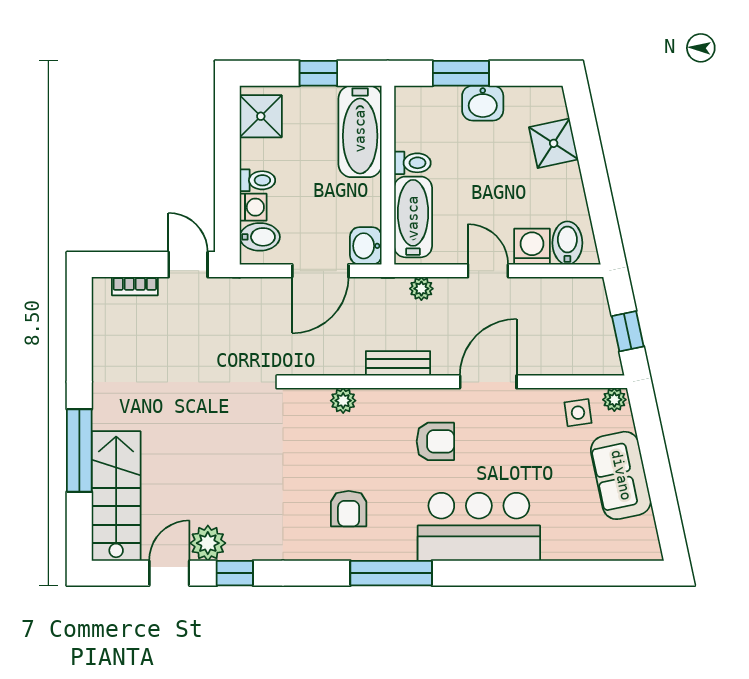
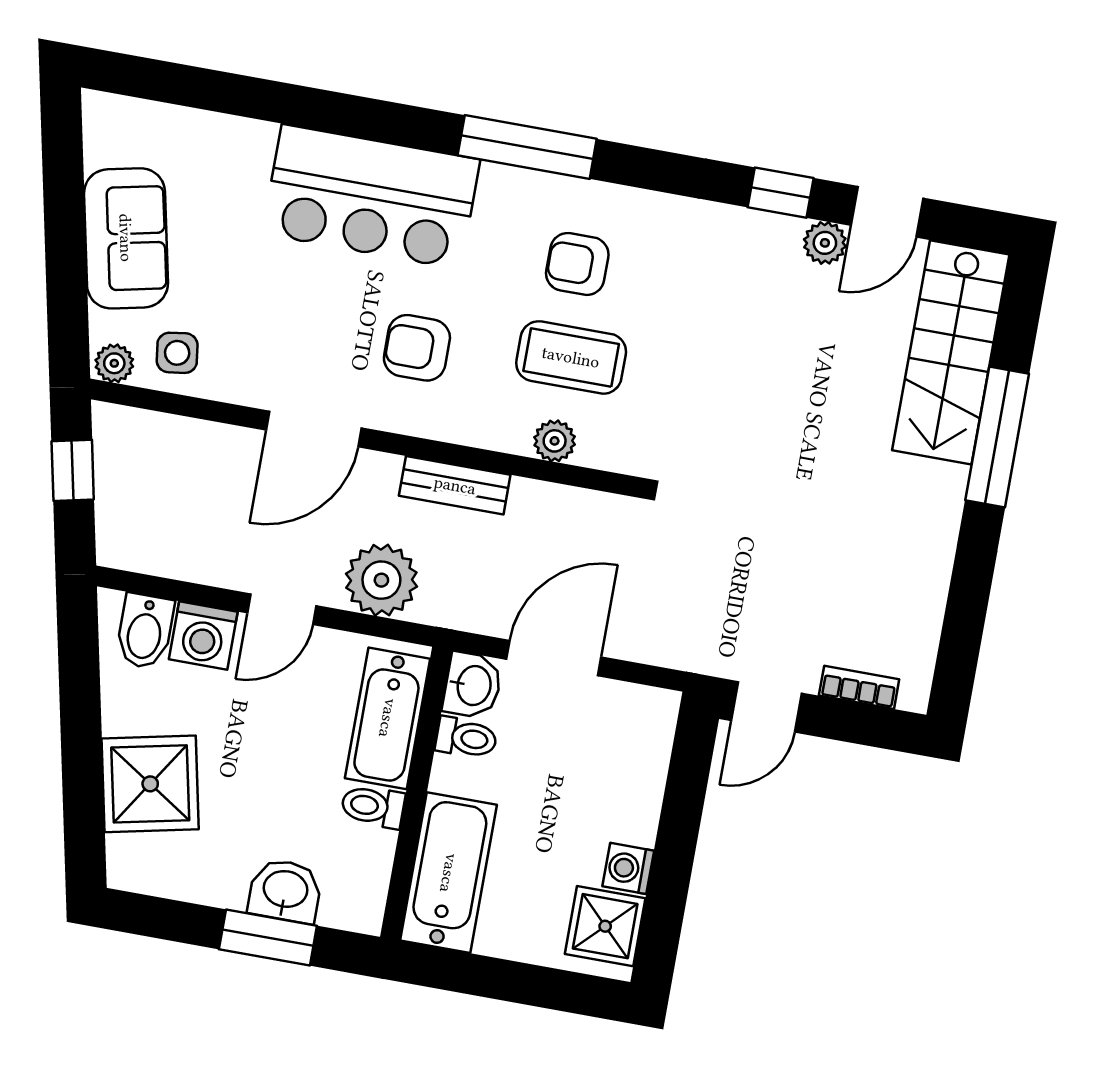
window: (318, 73) -> (499, 979), removed
washbasin: (483, 103) -> (285, 891), moved
shower: (554, 143) -> (150, 784), width x1.36, depth x1.36
toilet: (257, 180) -> (466, 738), moved, turned 180
washing machine: (253, 207) -> (628, 868), moved
bidet: (260, 237) -> (642, 731), removed
door: (188, 265) -> (766, 707), hinge flipped
door: (488, 271) -> (282, 609), hinge flipped
plant: (421, 289) -> (381, 580), width x1.88, depth x1.88
coffee table: (342, 452) -> (571, 357), added
armchair: (349, 509) -> (577, 264), turned -90
plant: (208, 543) -> (825, 243), width x0.73, depth x0.73

